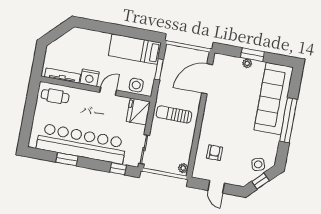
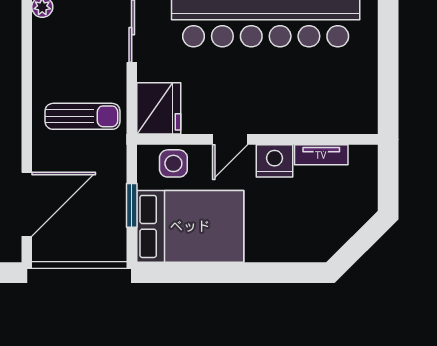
bed: (135, 49) -> (190, 226), width x1.50
tv unit: (63, 76) -> (321, 155), width x0.71
cafe table: (55, 96) -> (340, 108), removed

